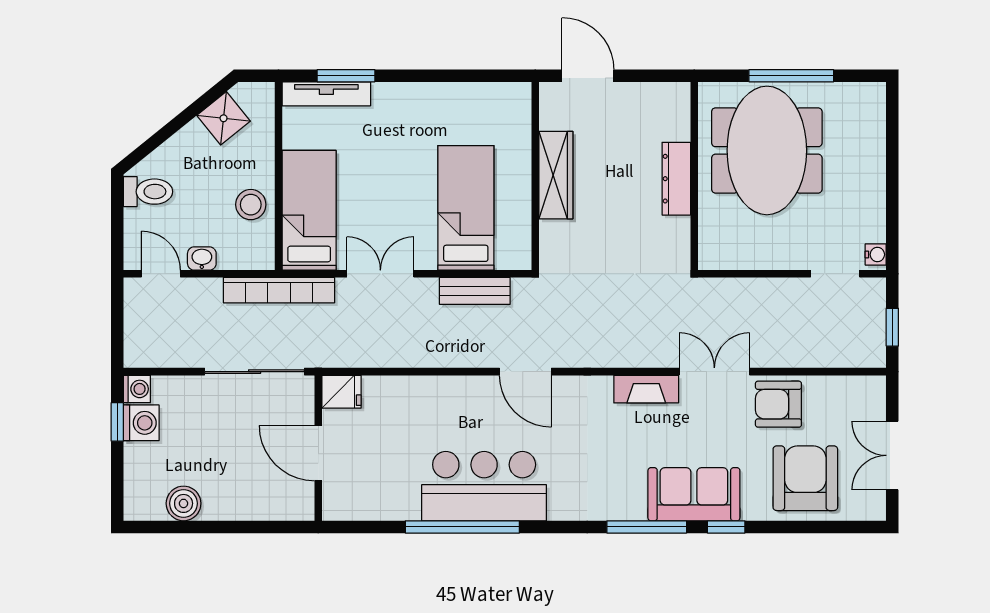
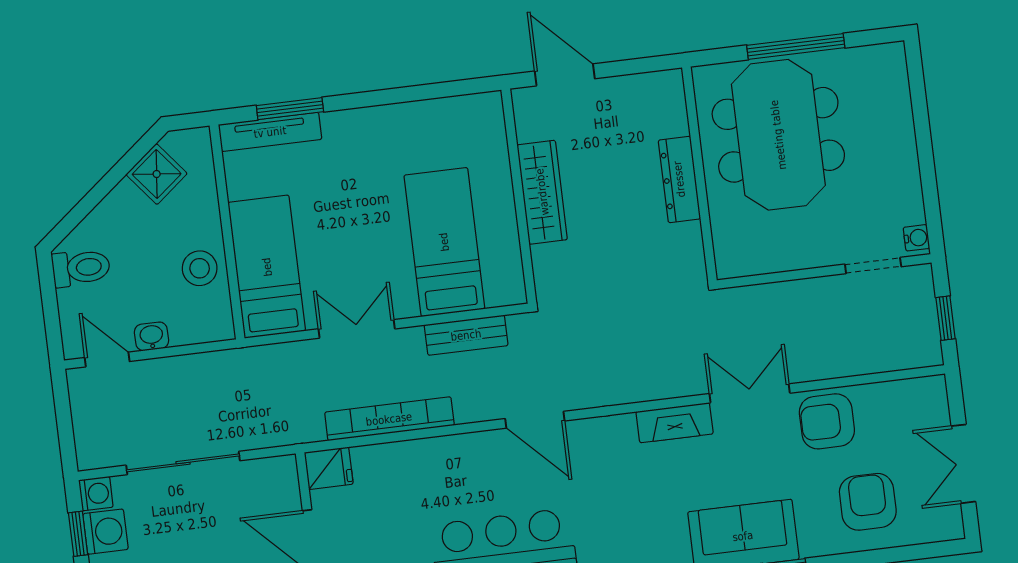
bookcase: (279, 290) -> (389, 419), moved, turned 180
sliding door: (255, 372) -> (183, 463), moved
armchair: (805, 478) -> (868, 502), width x0.73, depth x0.73

